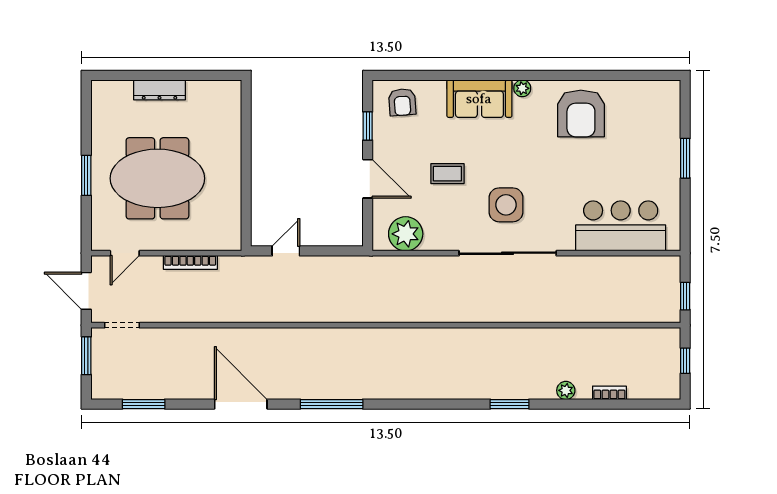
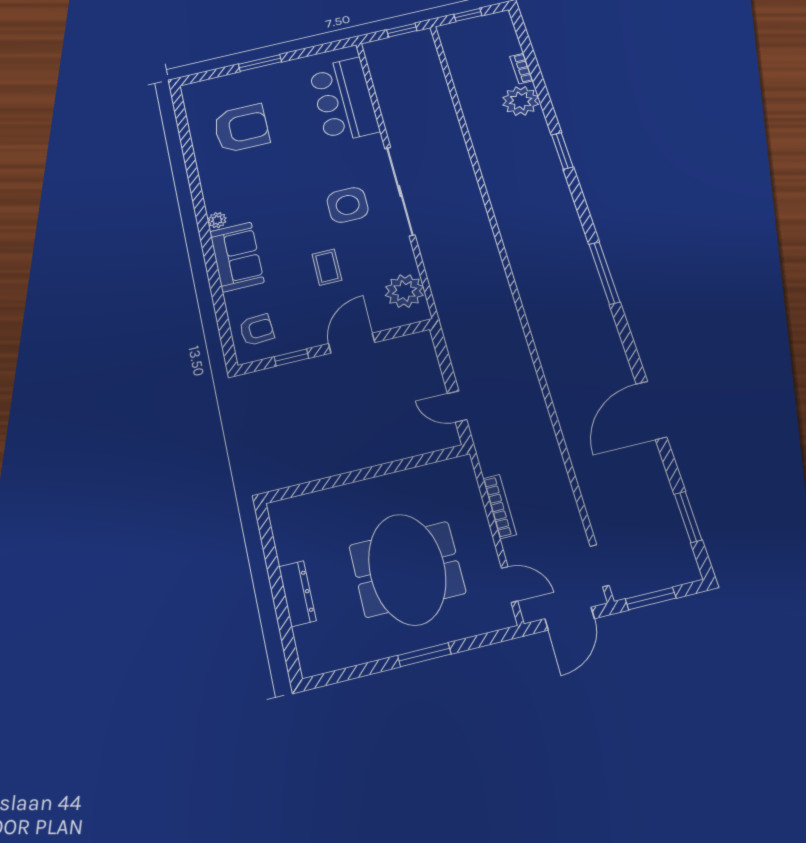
armchair: (581, 113) -> (241, 128), moved
plant: (566, 390) -> (521, 101), width x1.88, depth x1.88
window: (332, 404) -> (604, 273), moved

